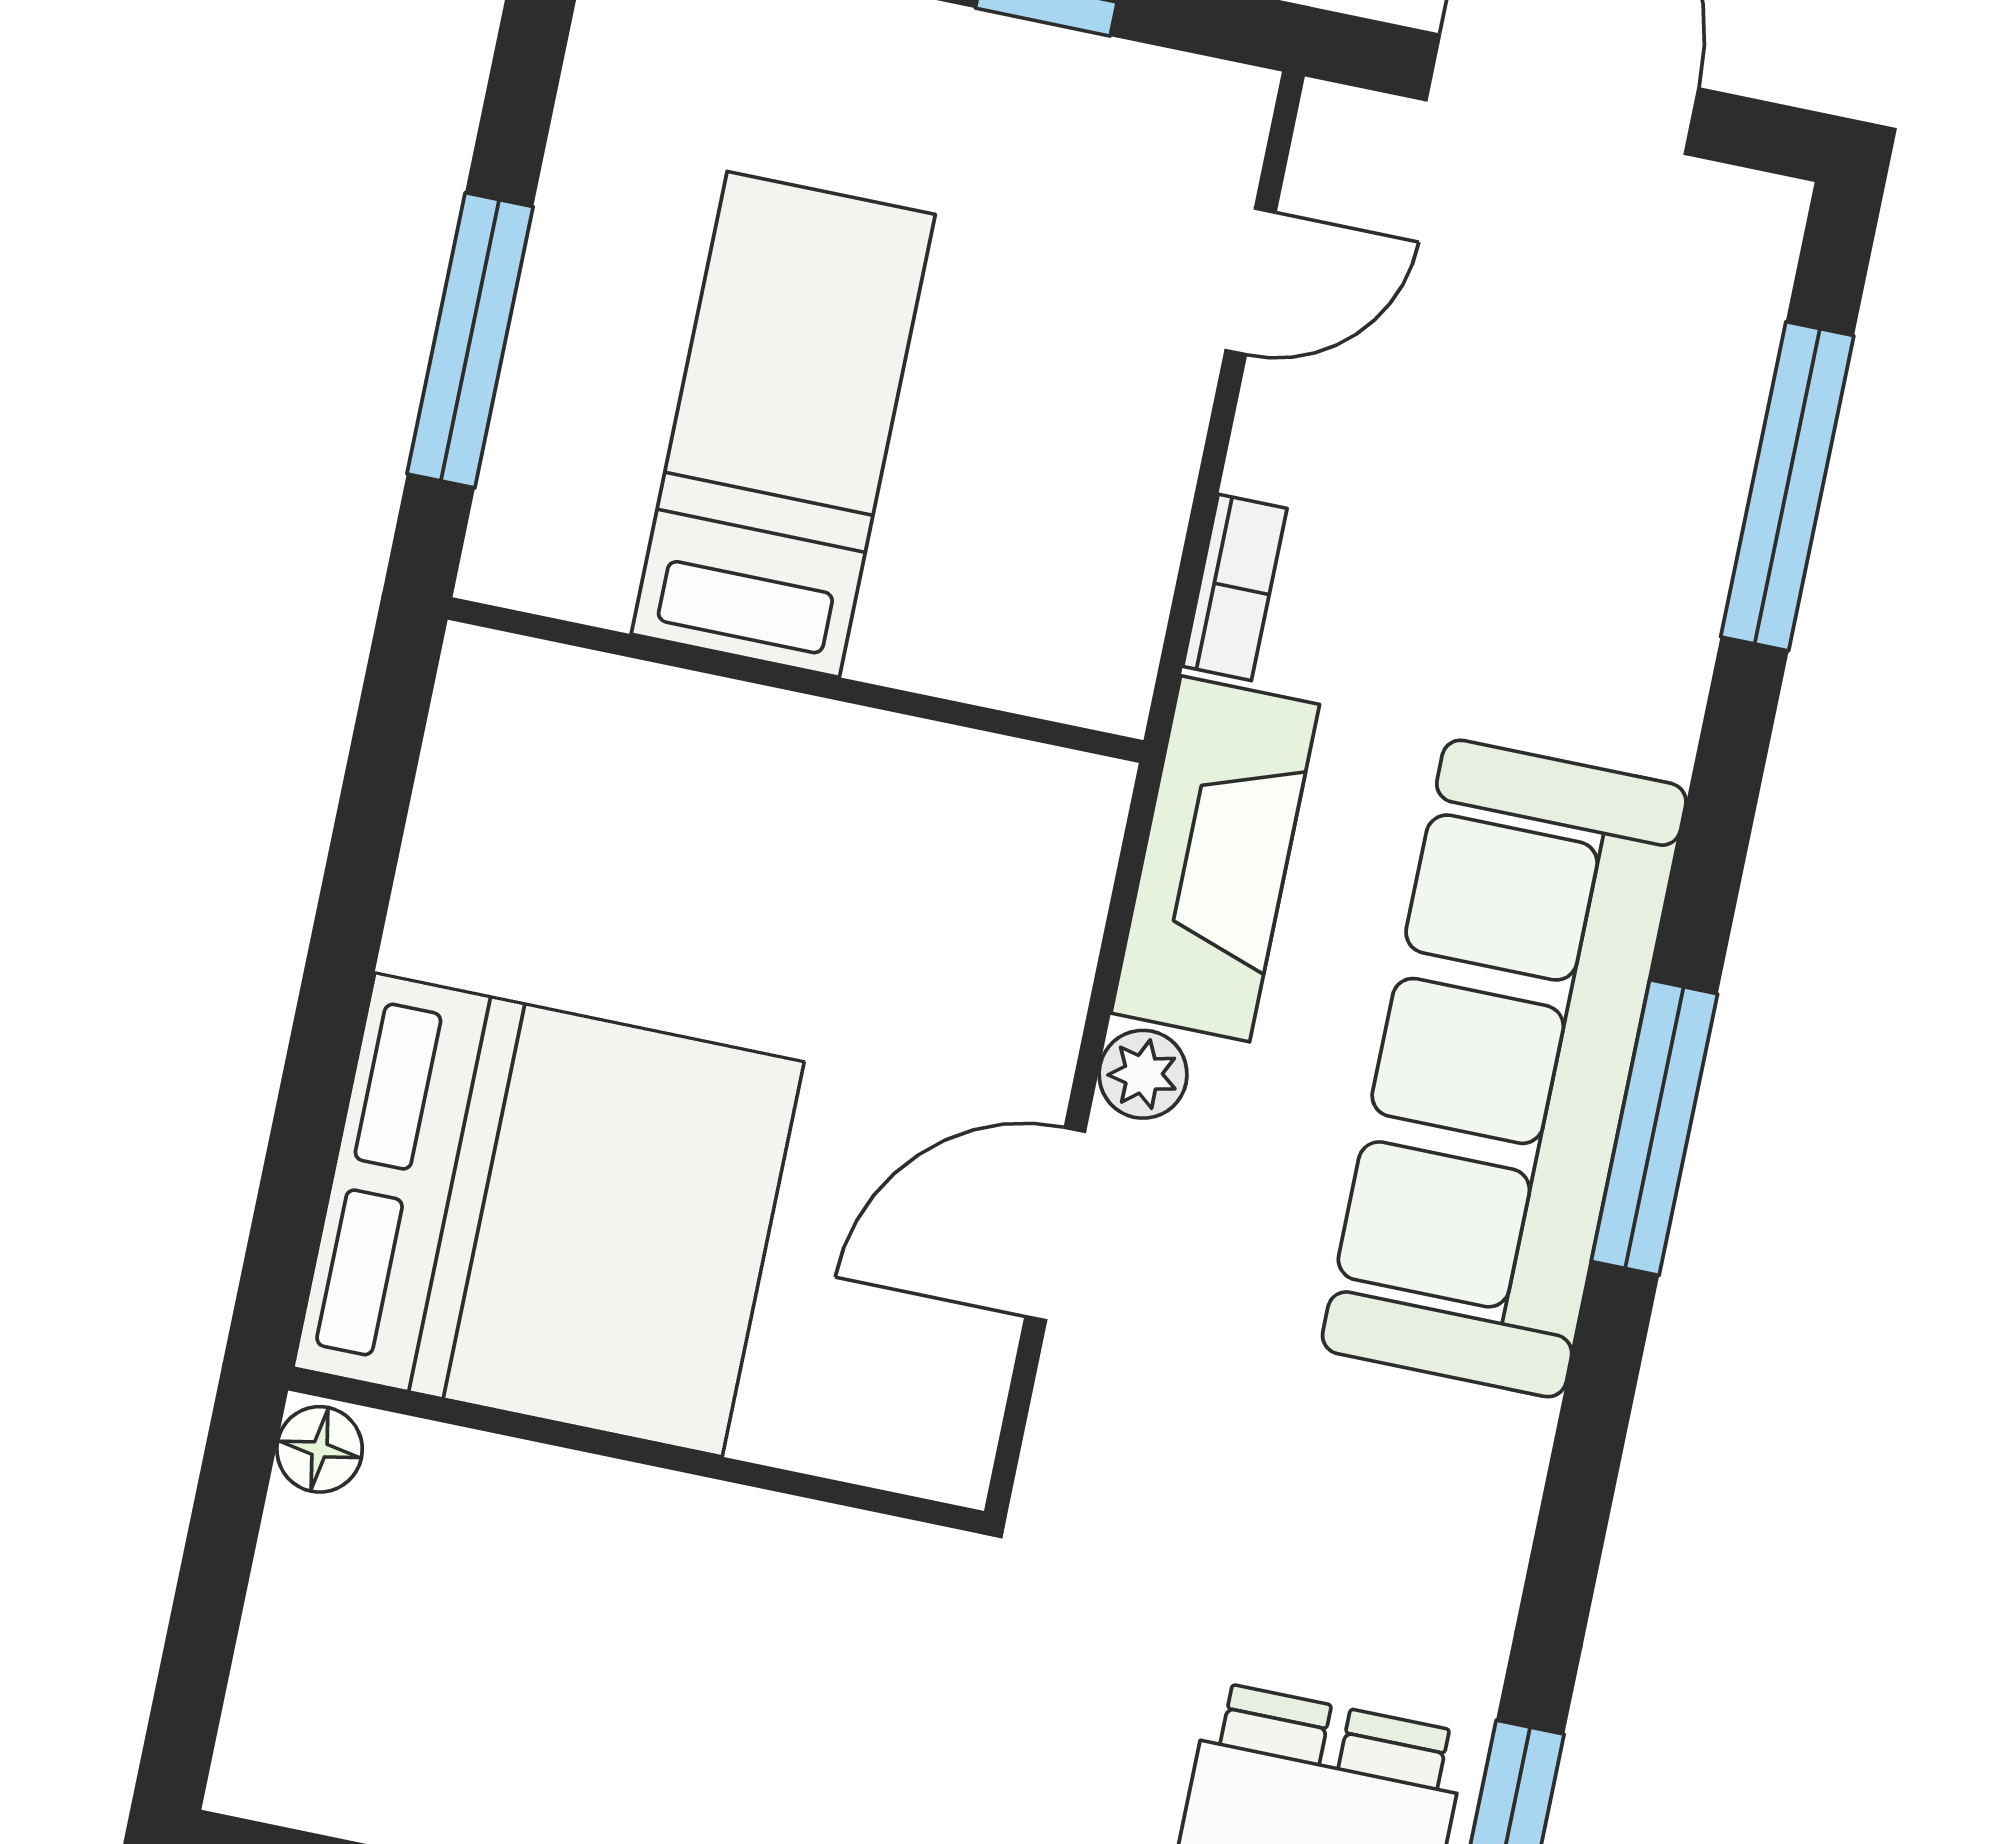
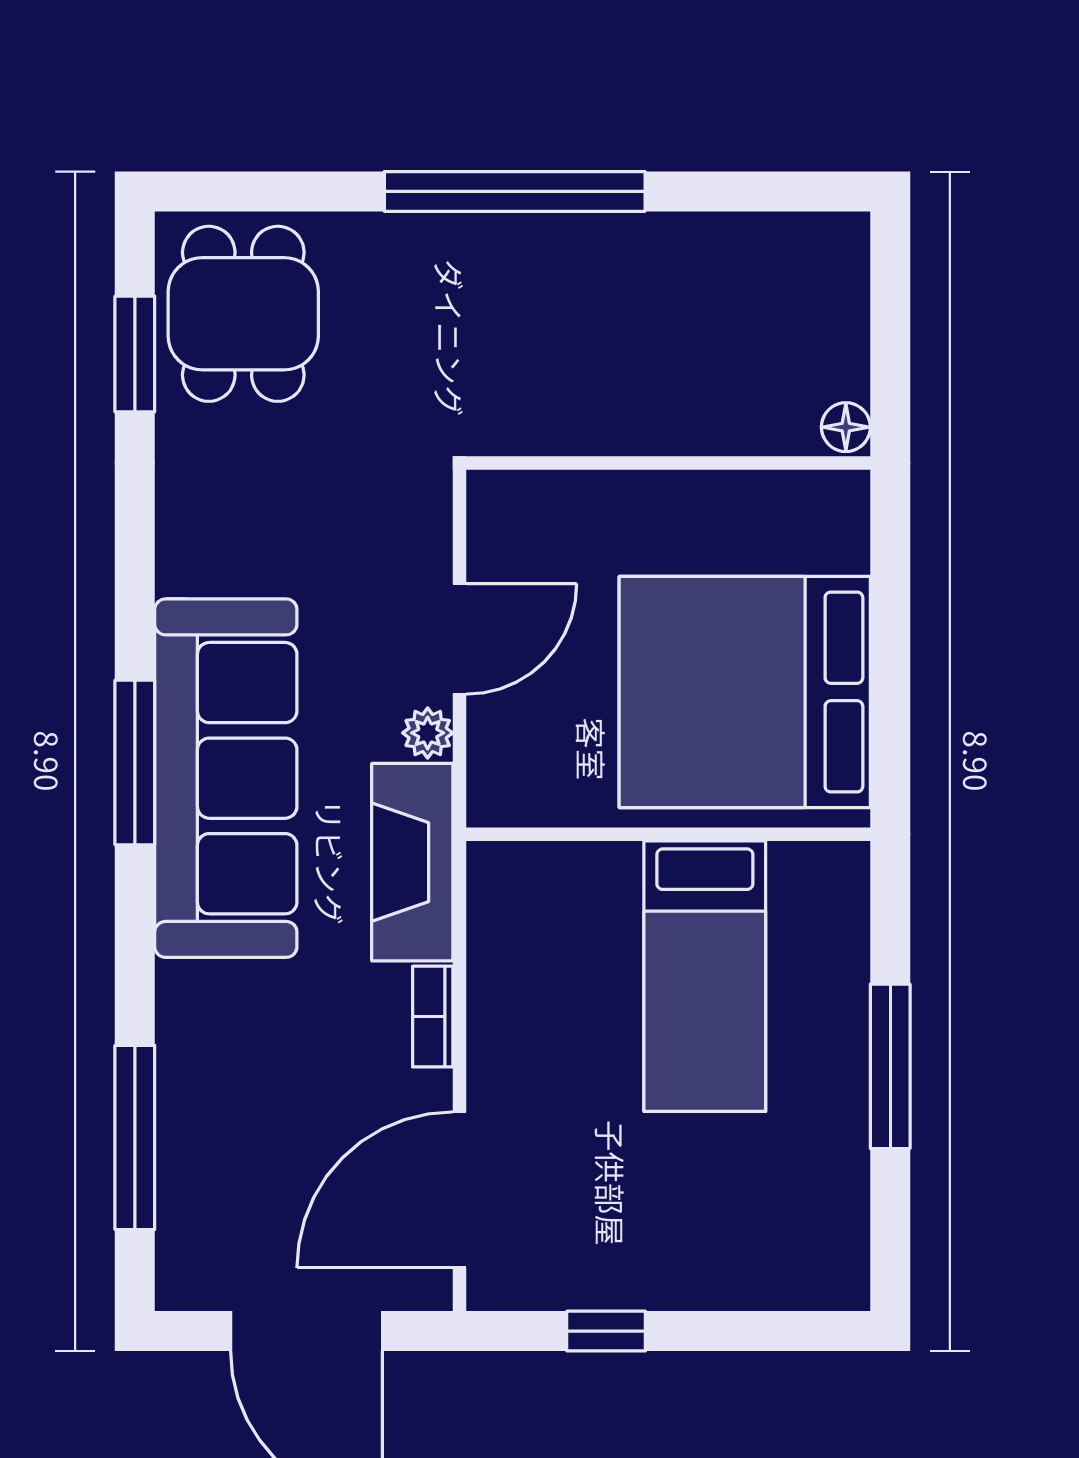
door: (1250, 281) -> (459, 1190), width x1.88
bed: (783, 424) -> (705, 976), moved
wall: (796, 680) -> (668, 834), moved
bed: (548, 1215) -> (745, 692), moved

